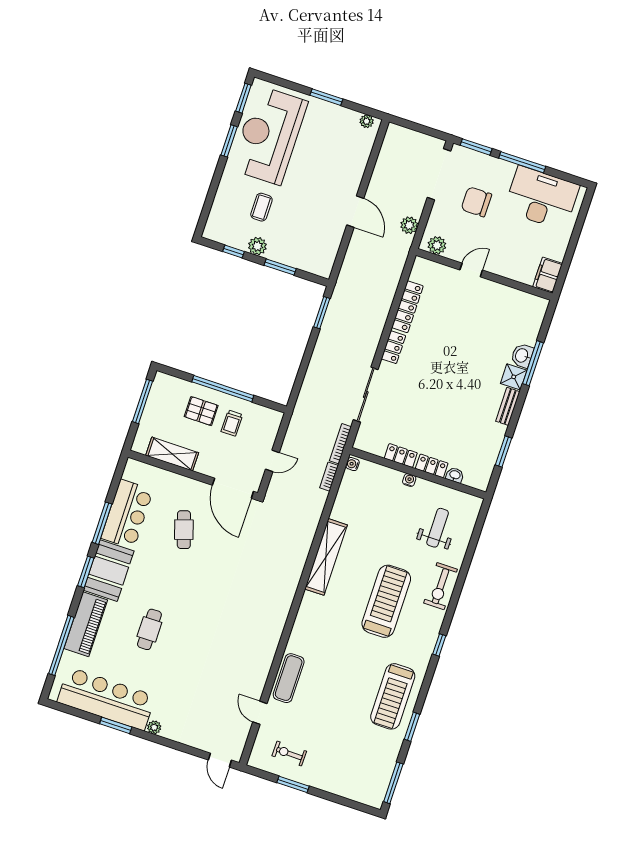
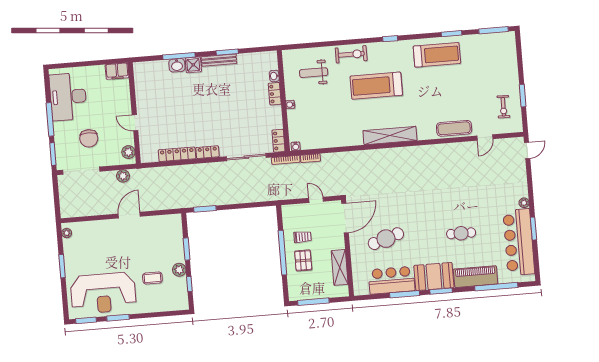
bench: (508, 406) -> (219, 60), width x1.36
window: (504, 452) -> (227, 52), moved
locker: (401, 456) -> (278, 141), moved
cafe table: (184, 530) -> (386, 239), width x1.37, depth x1.35
shelving: (326, 557) -> (390, 136), moved

